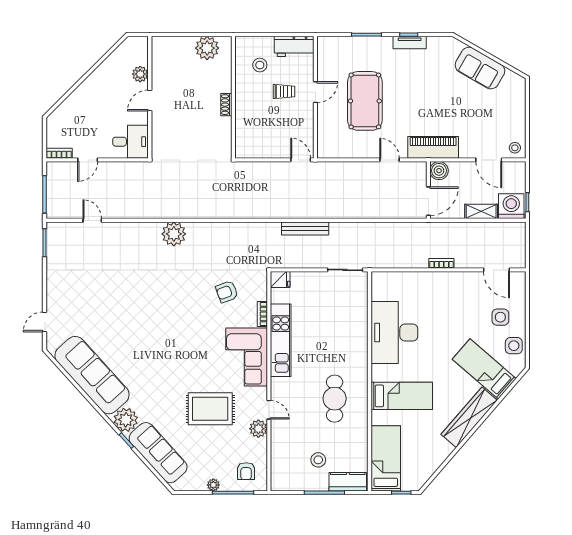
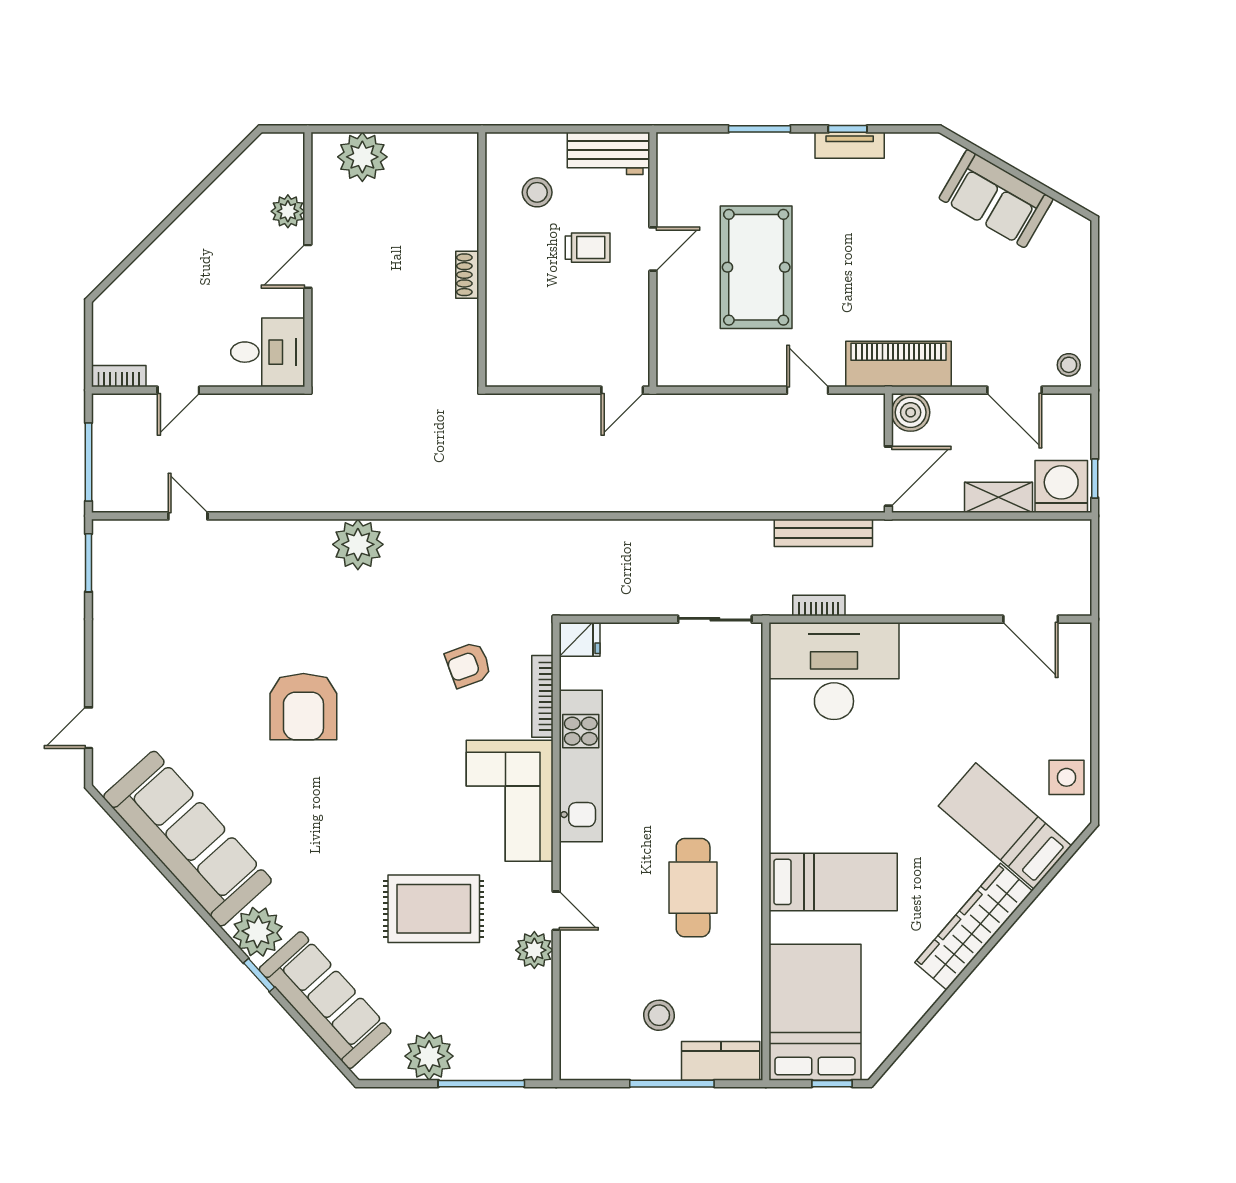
plant: (207, 48) -> (362, 157), moved
door: (301, 160) -> (622, 390), swing flipped
bench: (305, 228) -> (823, 533), moved
bookcase: (441, 263) -> (819, 606), moved
bookcase: (262, 314) -> (542, 696), width x1.56
side table: (500, 317) -> (1039, 718), removed
desk: (394, 332) -> (834, 671), moved, turned 90
bed: (386, 458) -> (815, 1012), width x1.50
armchair: (246, 471) -> (303, 707), moved, width x1.88, depth x1.88
plant: (213, 485) -> (429, 1056), width x1.87, depth x1.87

